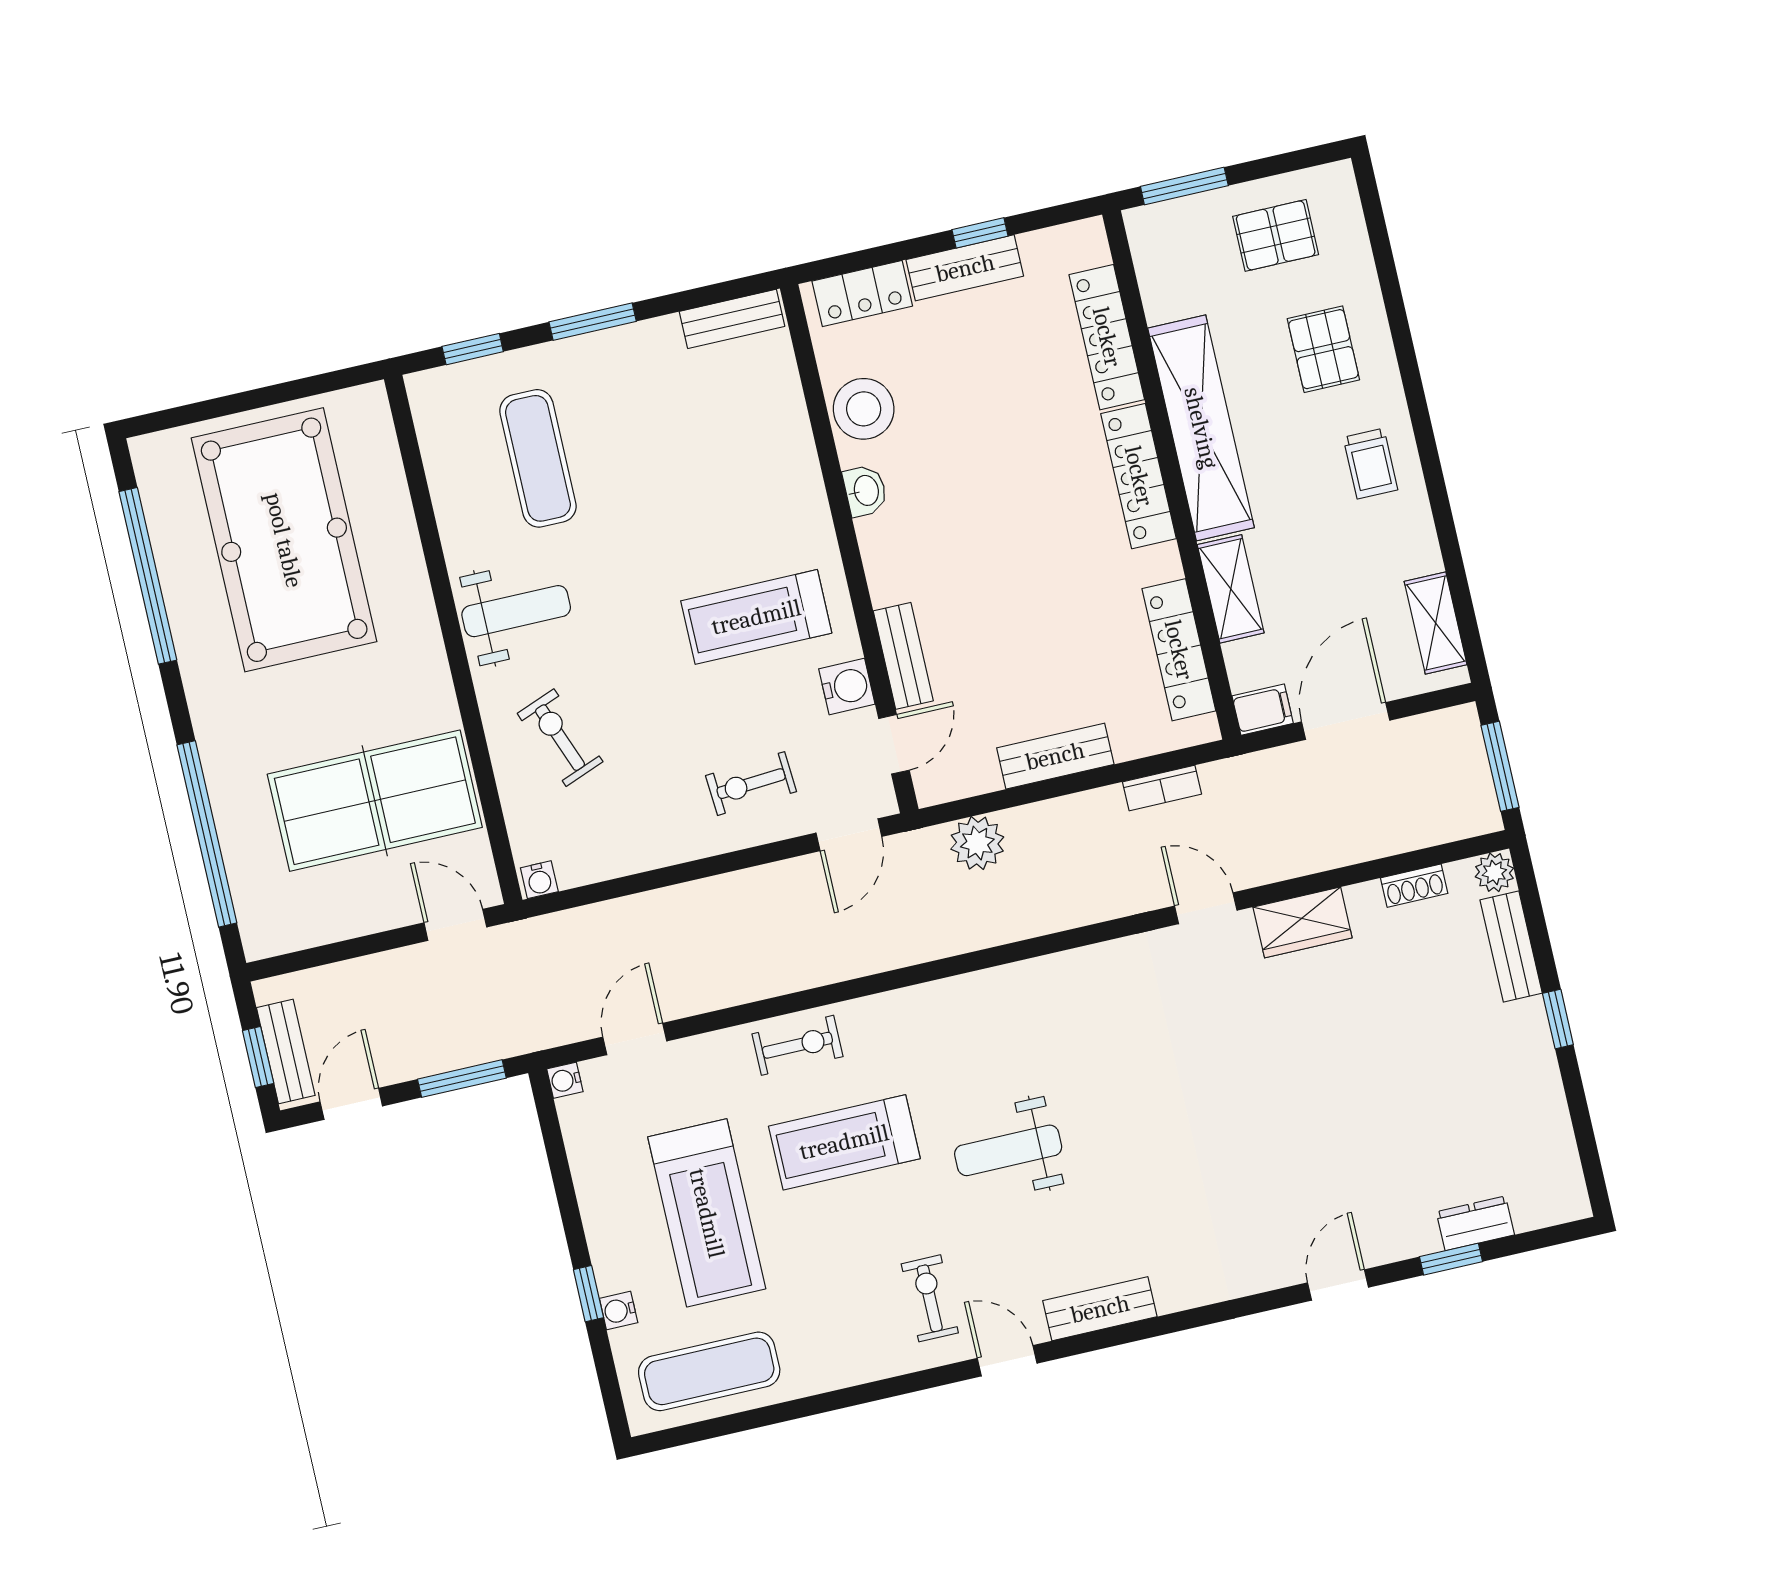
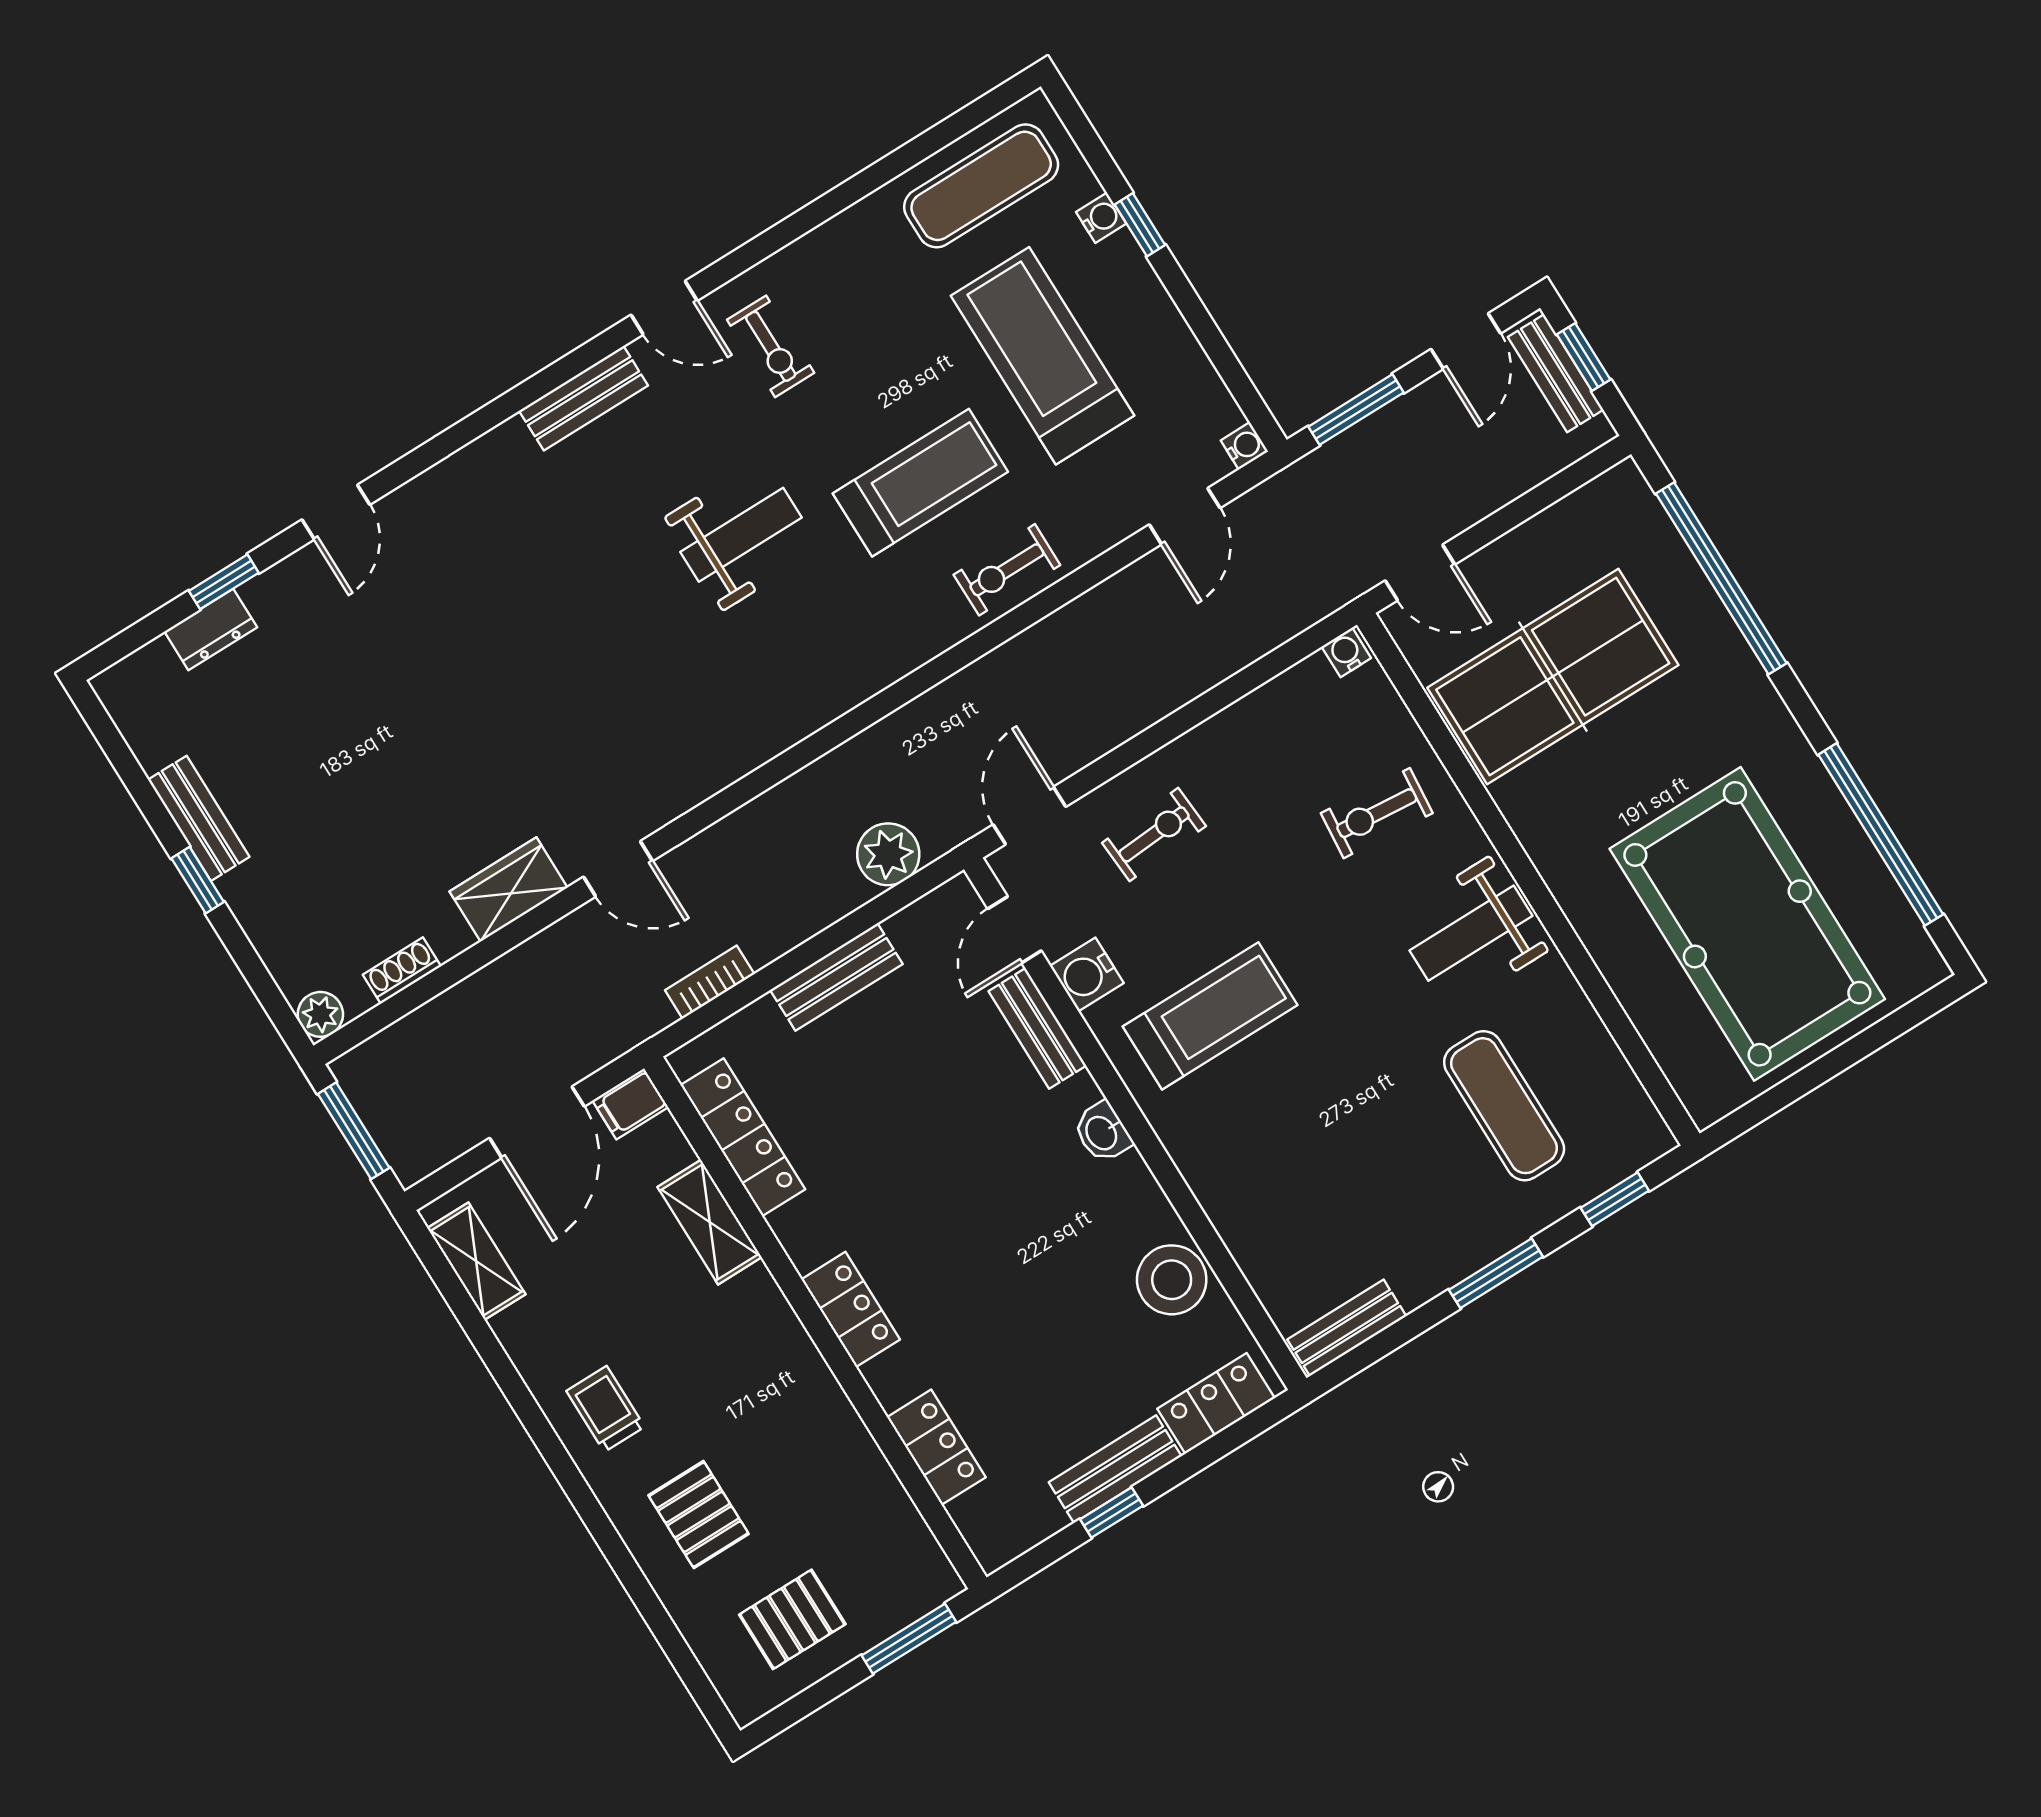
locker: (1107, 337) -> (936, 1447), width x0.66
shelving: (1201, 428) -> (801, 1384), removed
locker: (1139, 476) -> (851, 1309), width x0.66
washbasin: (865, 491) -> (1102, 1132), moved
exercise bike: (560, 738) -> (1377, 813), turned 116
bench: (1511, 947) -> (199, 818), moved

